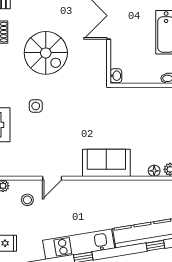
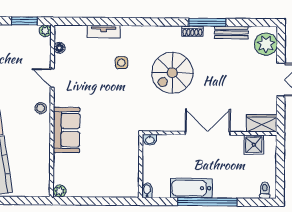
floor lamp: (154, 171) -> (59, 48), moved
stool: (27, 200) -> (41, 108), moved

